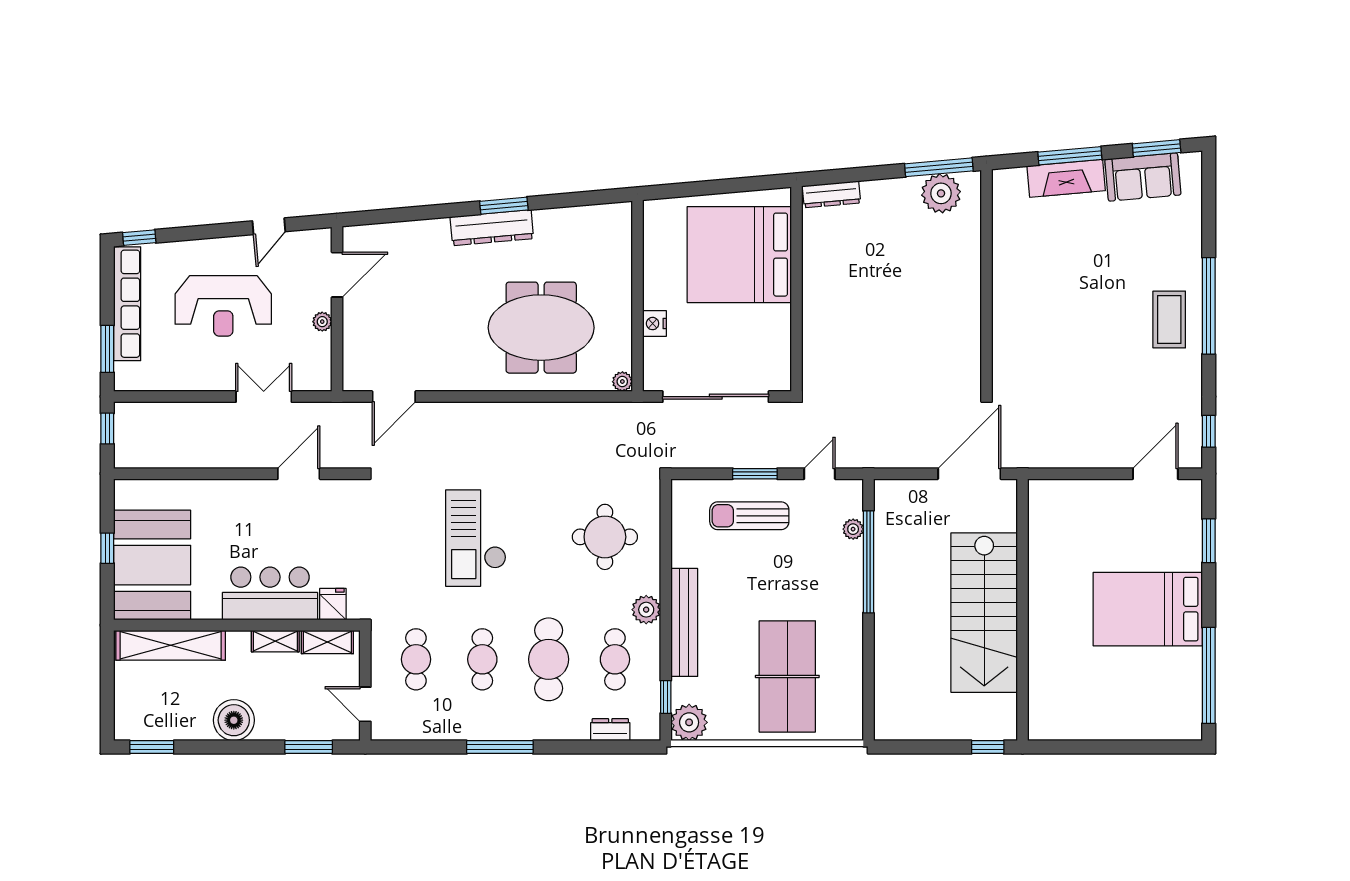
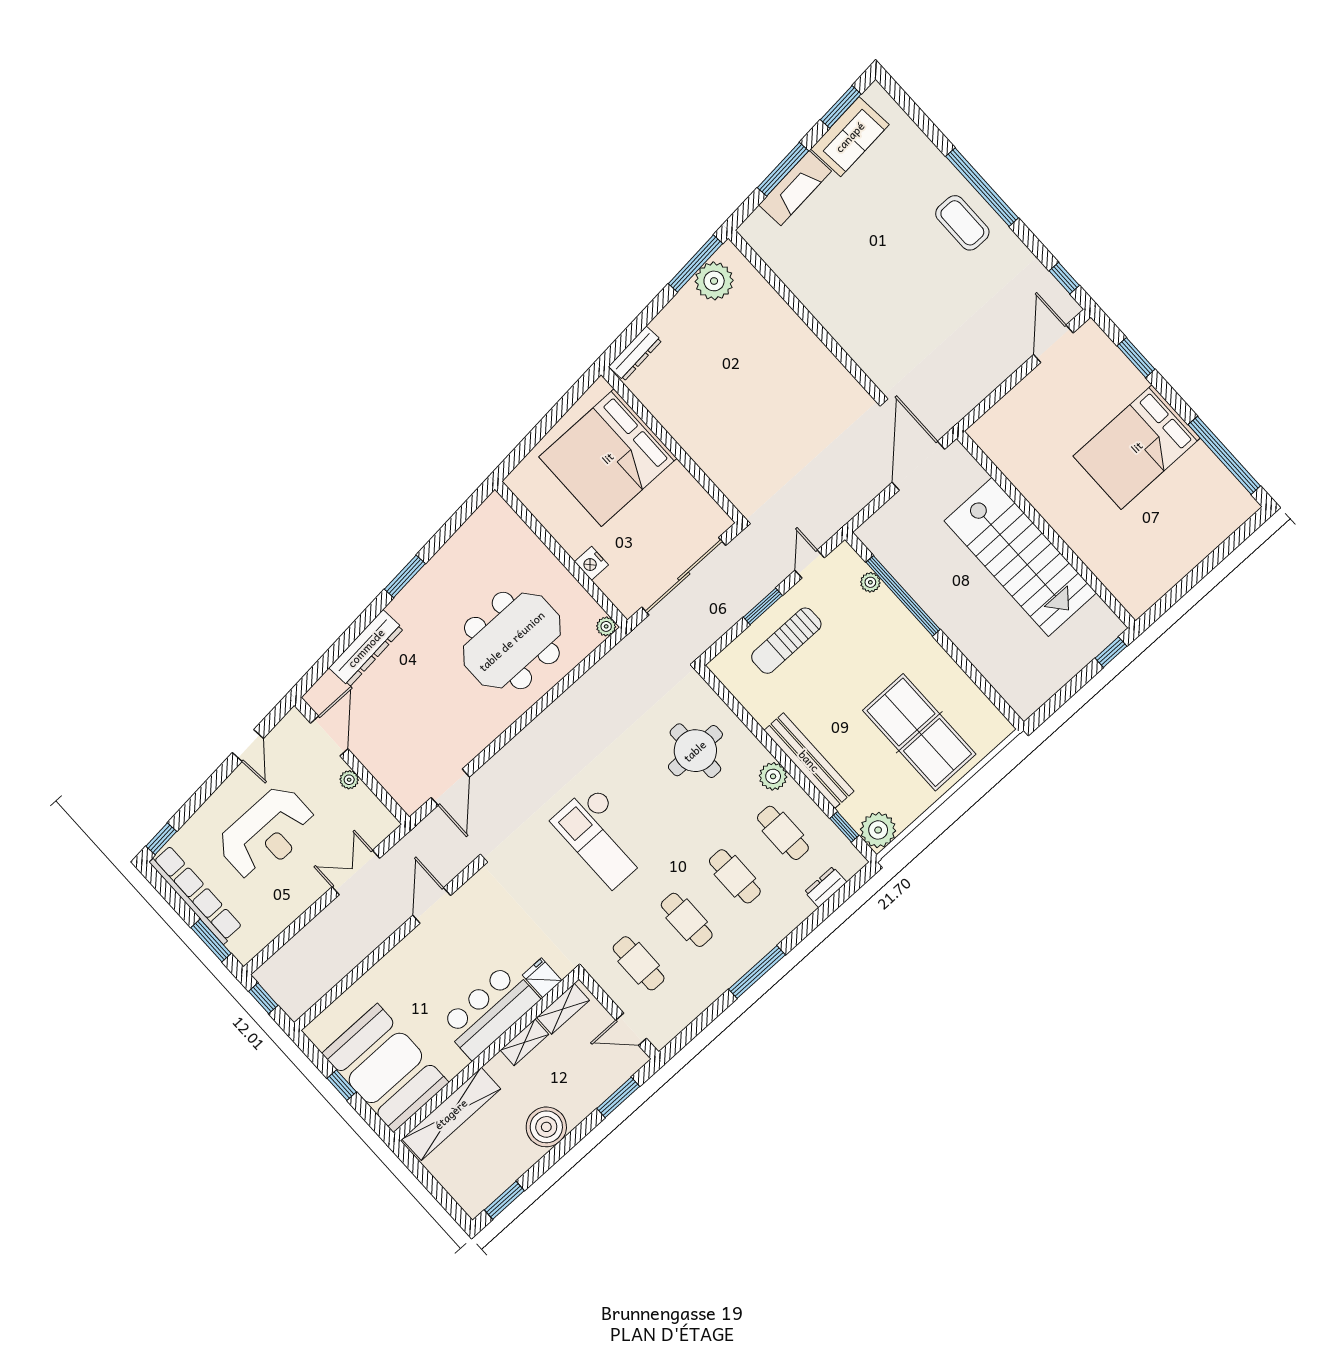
dresser: (492, 228) -> (366, 648), moved
cafe table: (549, 659) -> (735, 876), width x0.73, depth x0.74

